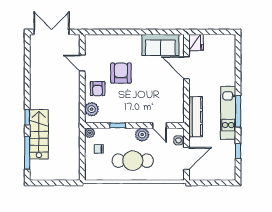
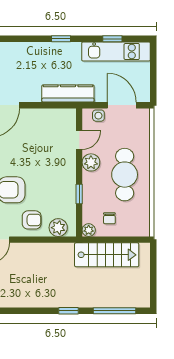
window: (238, 111) -> (61, 39), width x0.46
kitchen unit: (228, 113) -> (116, 51), moved
stairs: (39, 134) -> (107, 255), moved, turned 180

